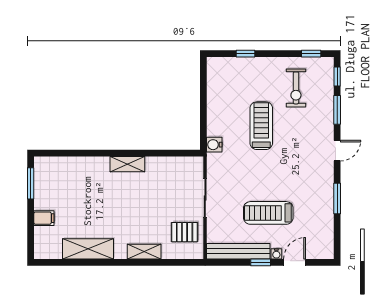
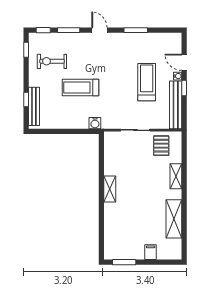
bench: (236, 64) -> (34, 106), added
exercise bike: (296, 88) -> (52, 61), turned 180
treadmill: (268, 213) -> (147, 82), turned 180

